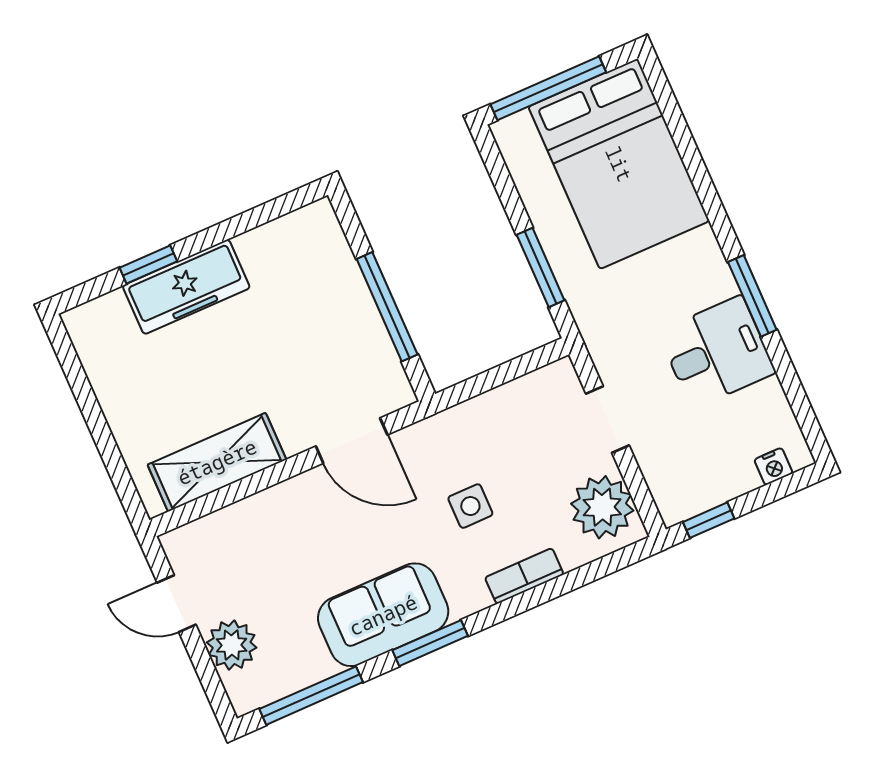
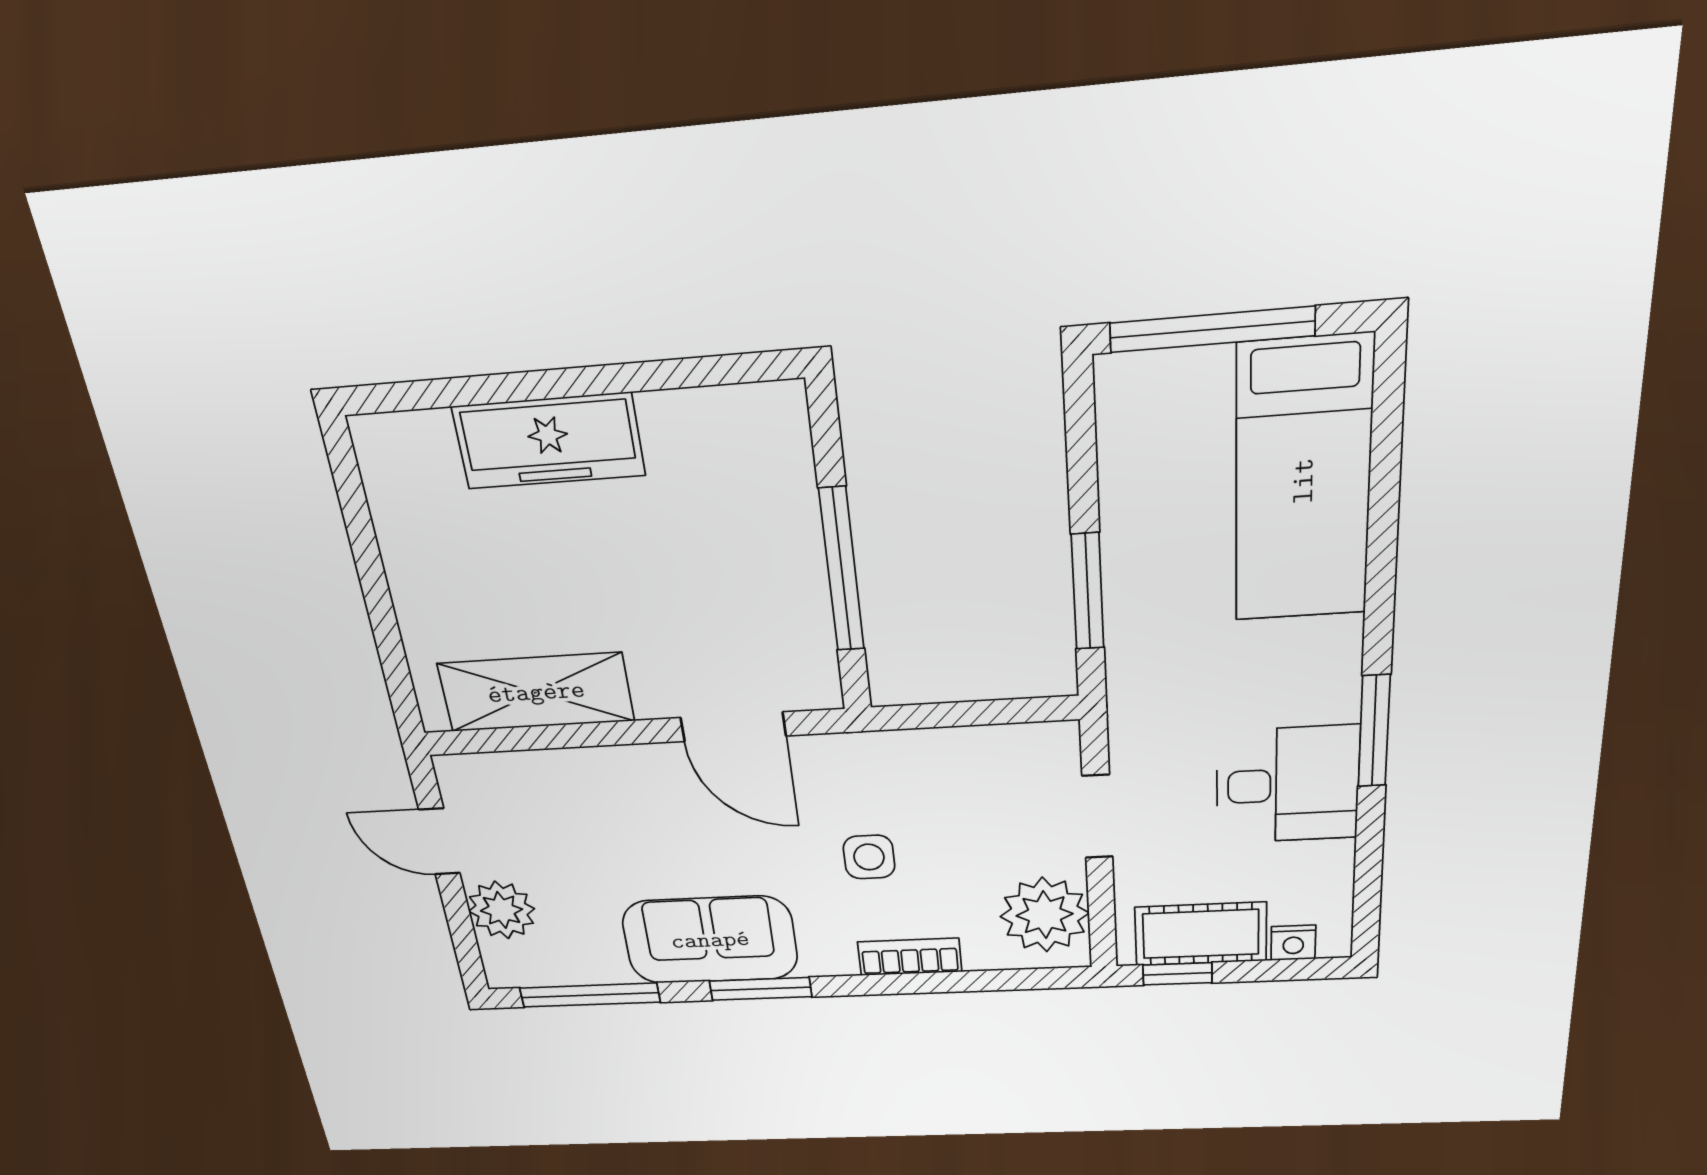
bed: (619, 164) -> (1303, 481), width x0.67
window: (148, 265) -> (498, 389), removed
cot: (711, 483) -> (1201, 934), added

